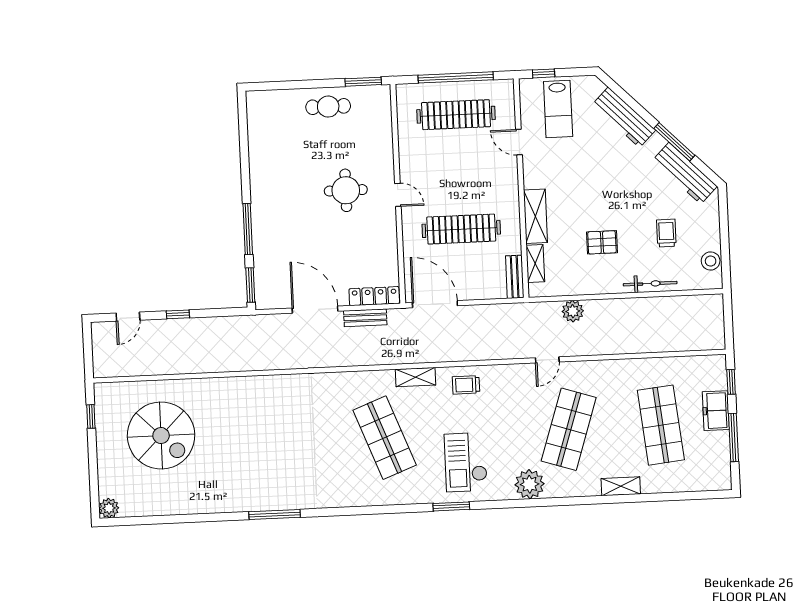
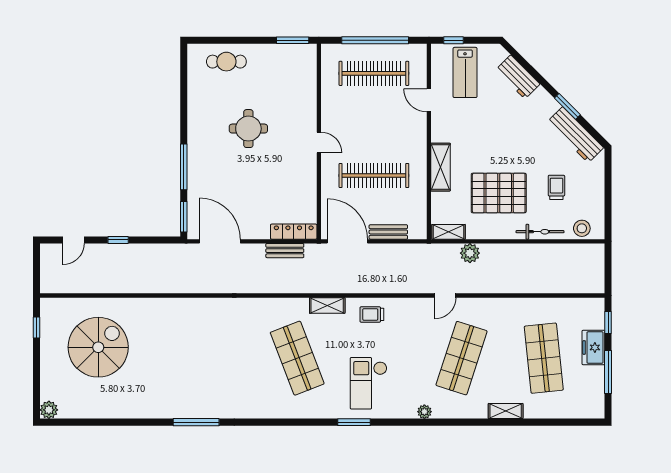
cafe table: (328, 107) -> (226, 62), moved
workbench: (624, 117) -> (518, 77), width x0.73
window: (674, 142) -> (567, 106), width x0.69
round table: (346, 190) -> (248, 129), moved
pallet: (602, 242) -> (499, 193), width x2.05, depth x2.00
stool: (711, 261) -> (582, 228), moved
shelving: (535, 263) -> (448, 232), moved, turned 90
bench: (515, 277) -> (388, 232), moved, turned 90
door: (315, 310) -> (220, 241), moved
spiral stairs: (161, 436) -> (98, 347), turned -90
plant: (530, 484) -> (424, 412), width x0.53, depth x0.53

